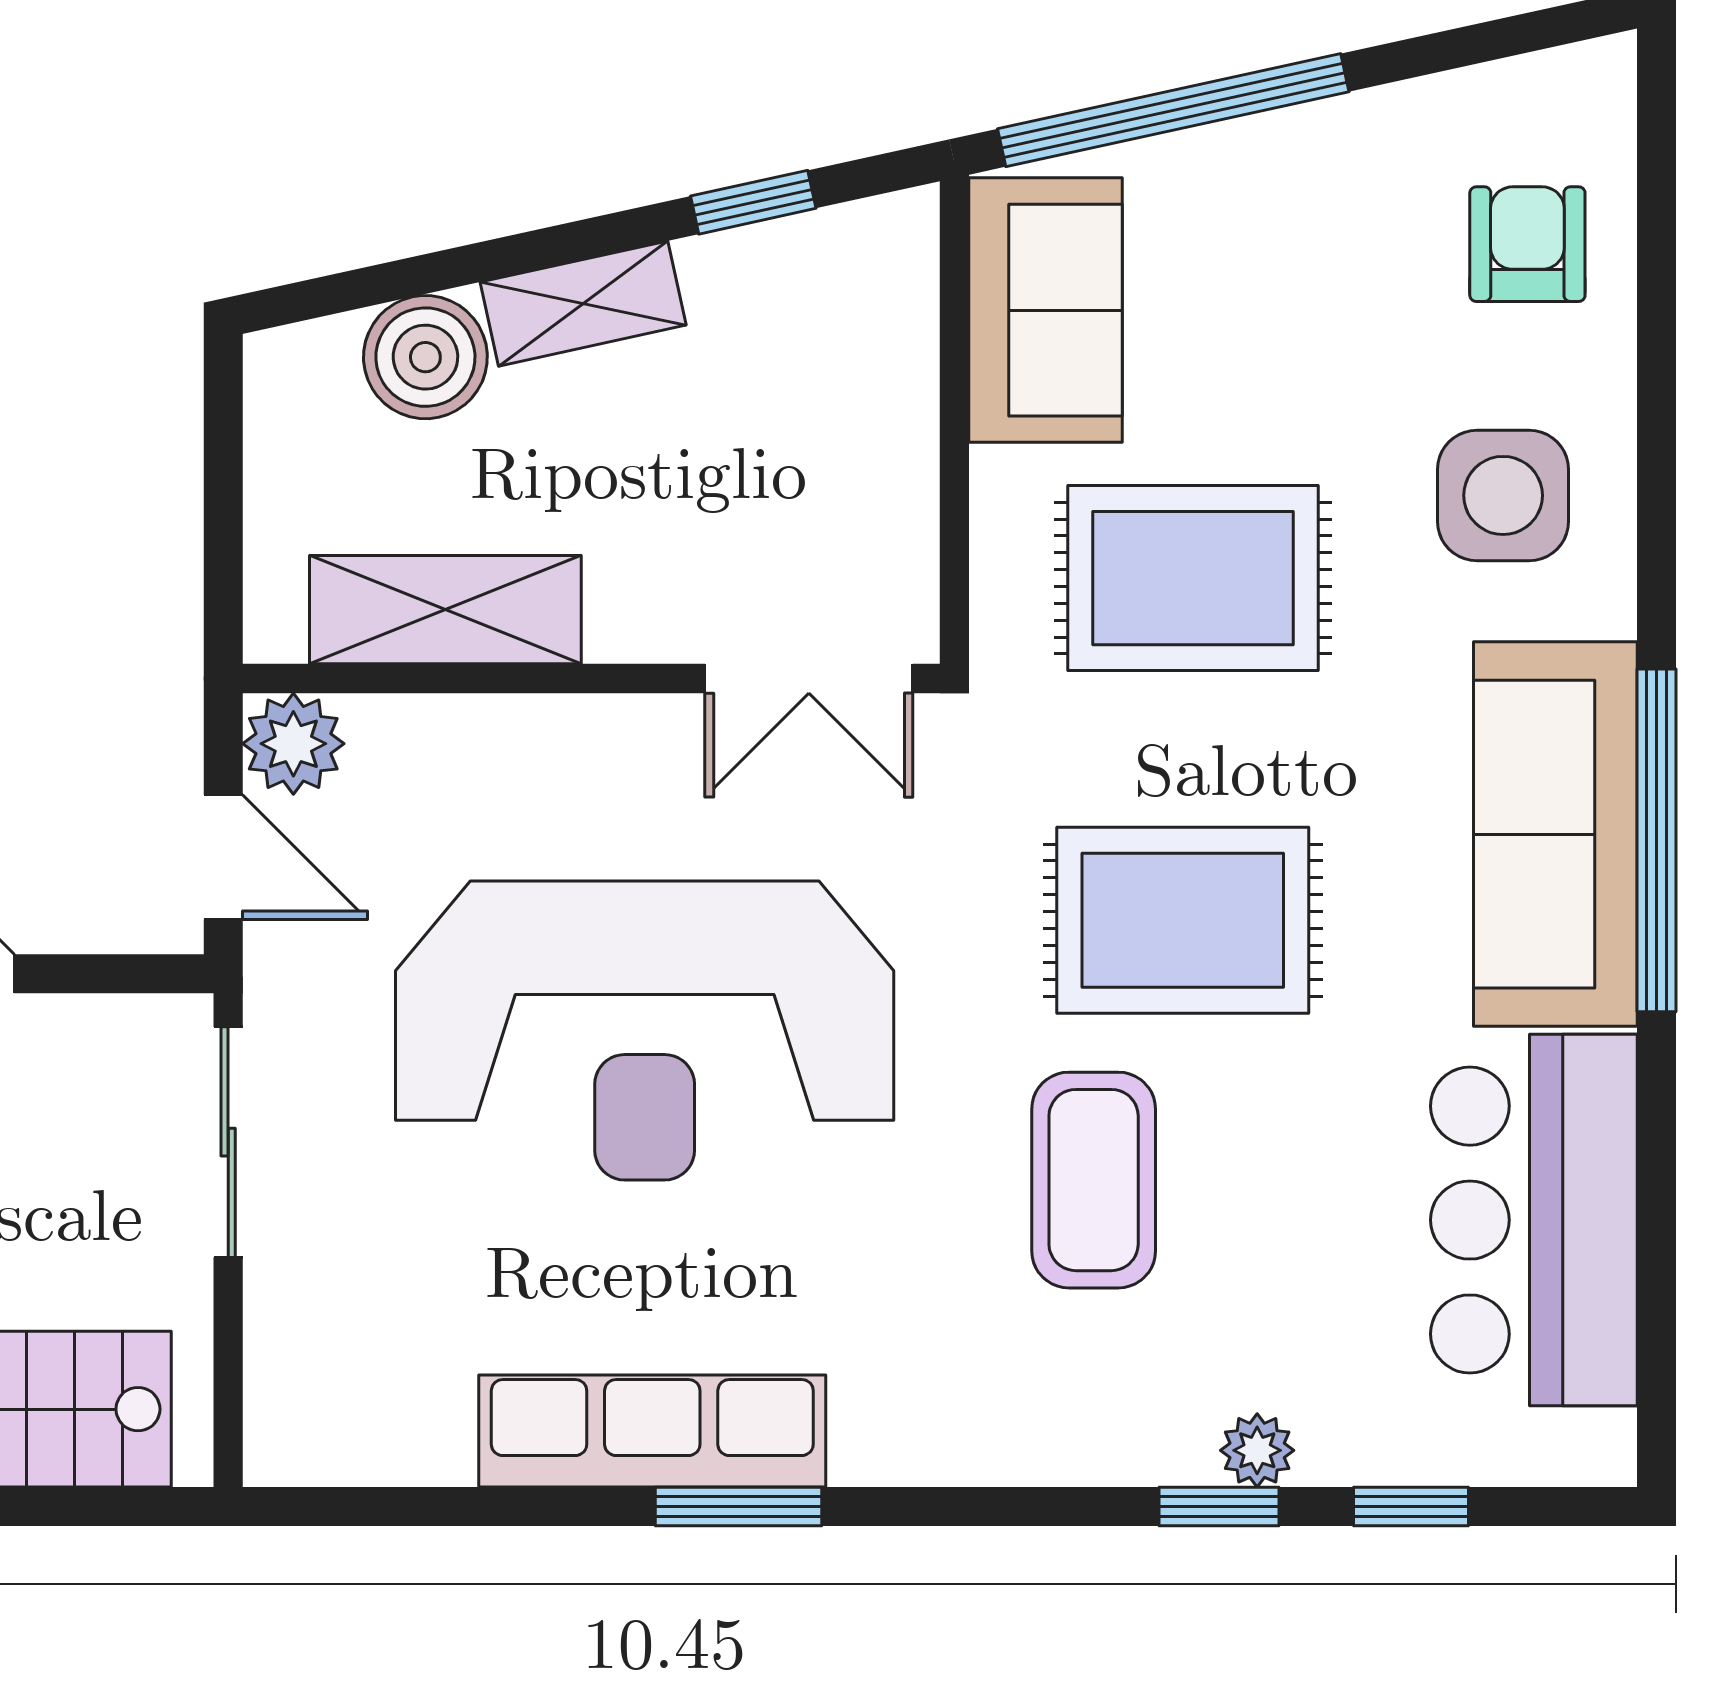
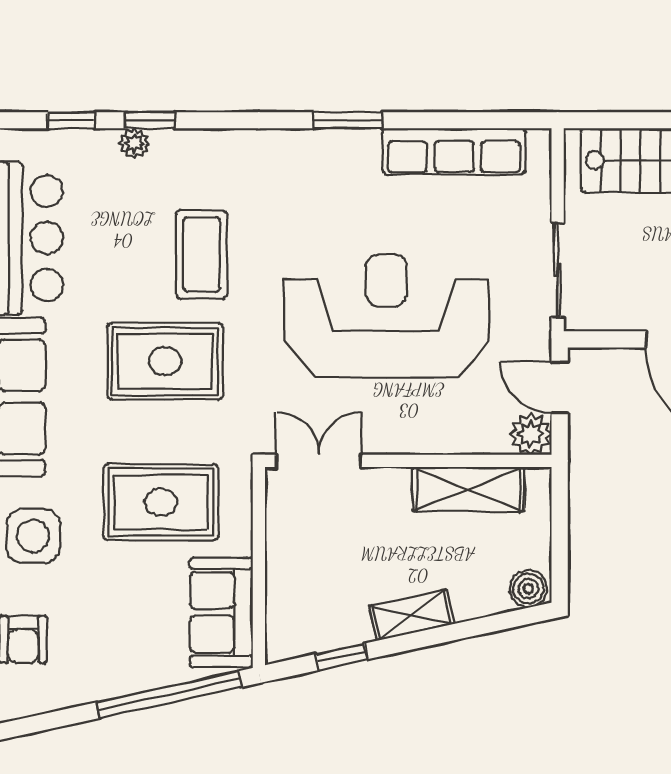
boiler: (425, 357) -> (528, 589), moved, width x0.73, depth x0.73
row of seats: (652, 1431) -> (454, 151), moved

